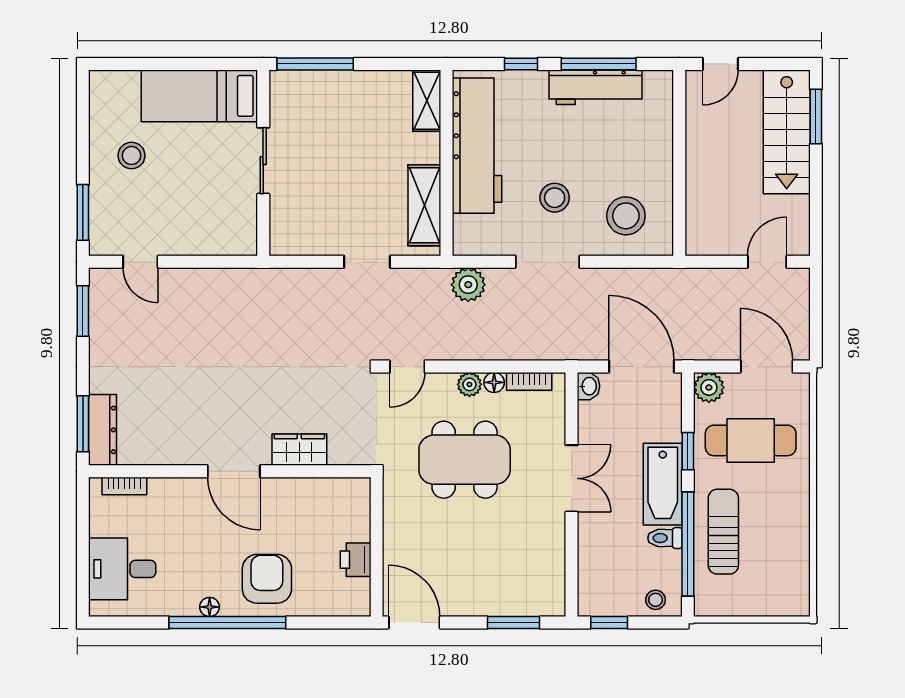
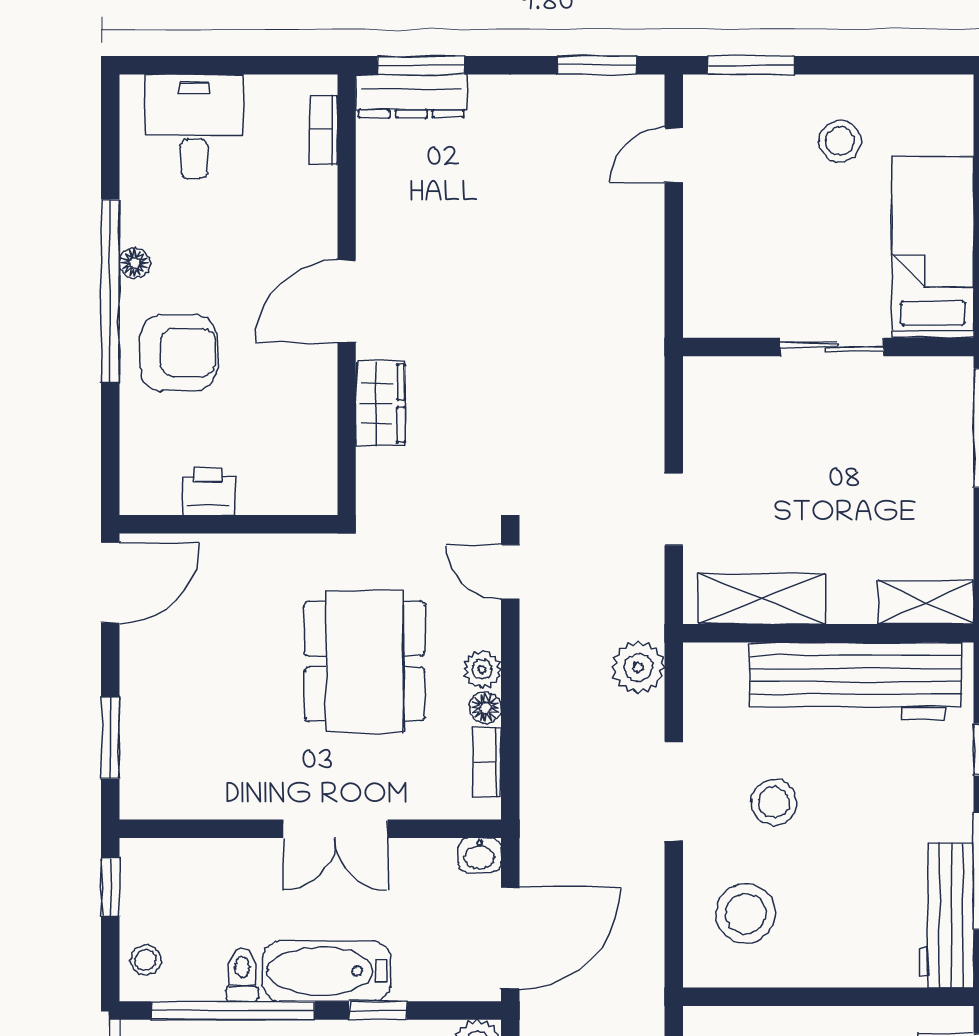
workbench: (595, 87) -> (947, 915), moved

